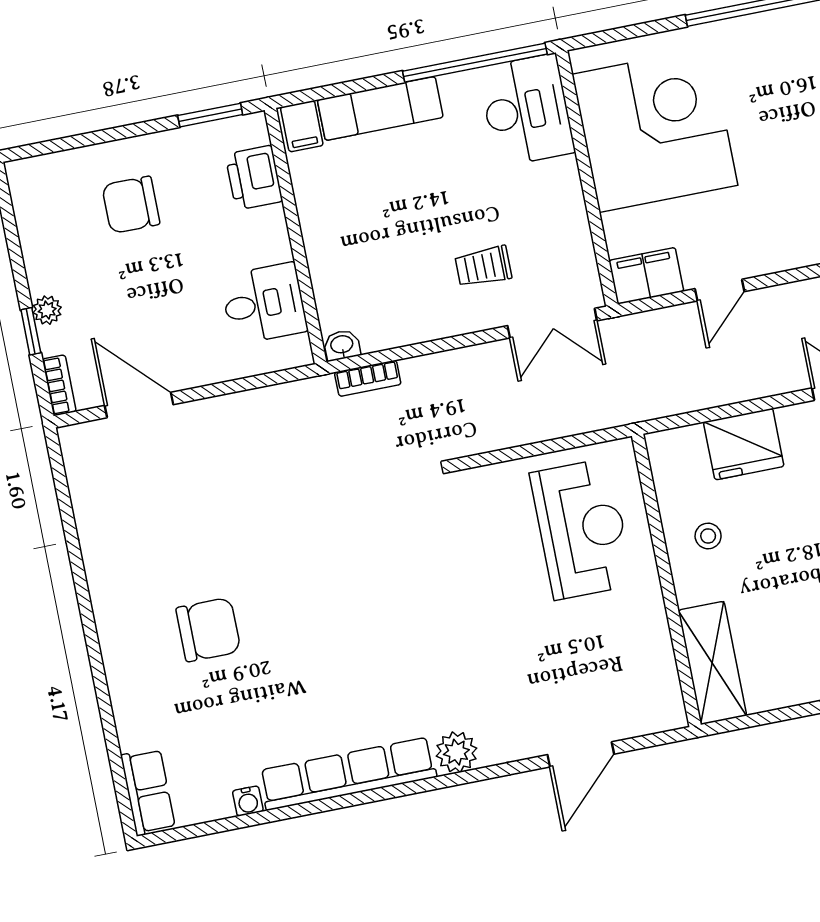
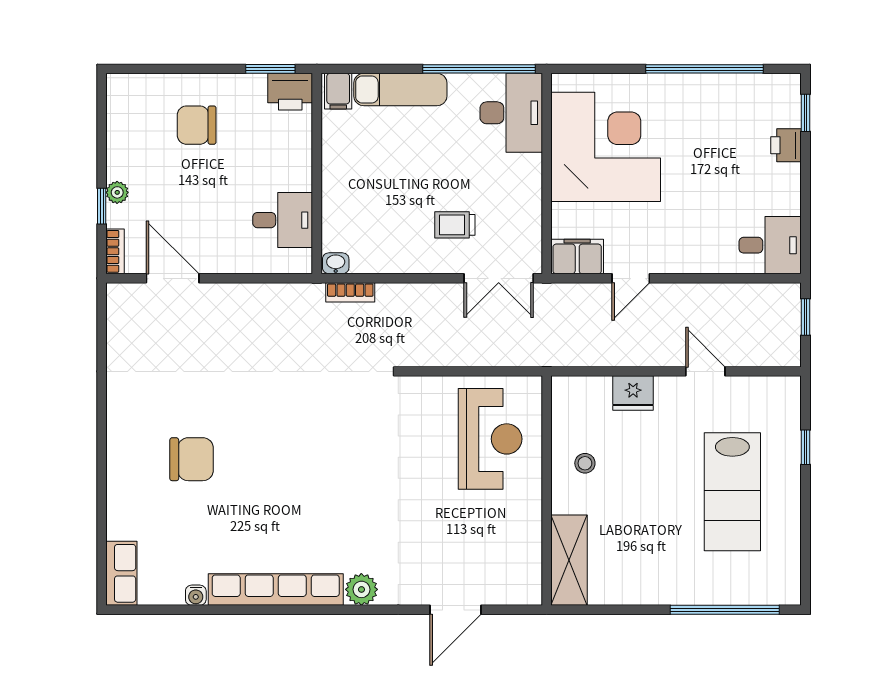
printer: (254, 178) -> (290, 92), moved, turned -90
fridge: (744, 444) -> (633, 393), width x0.73, depth x0.75

